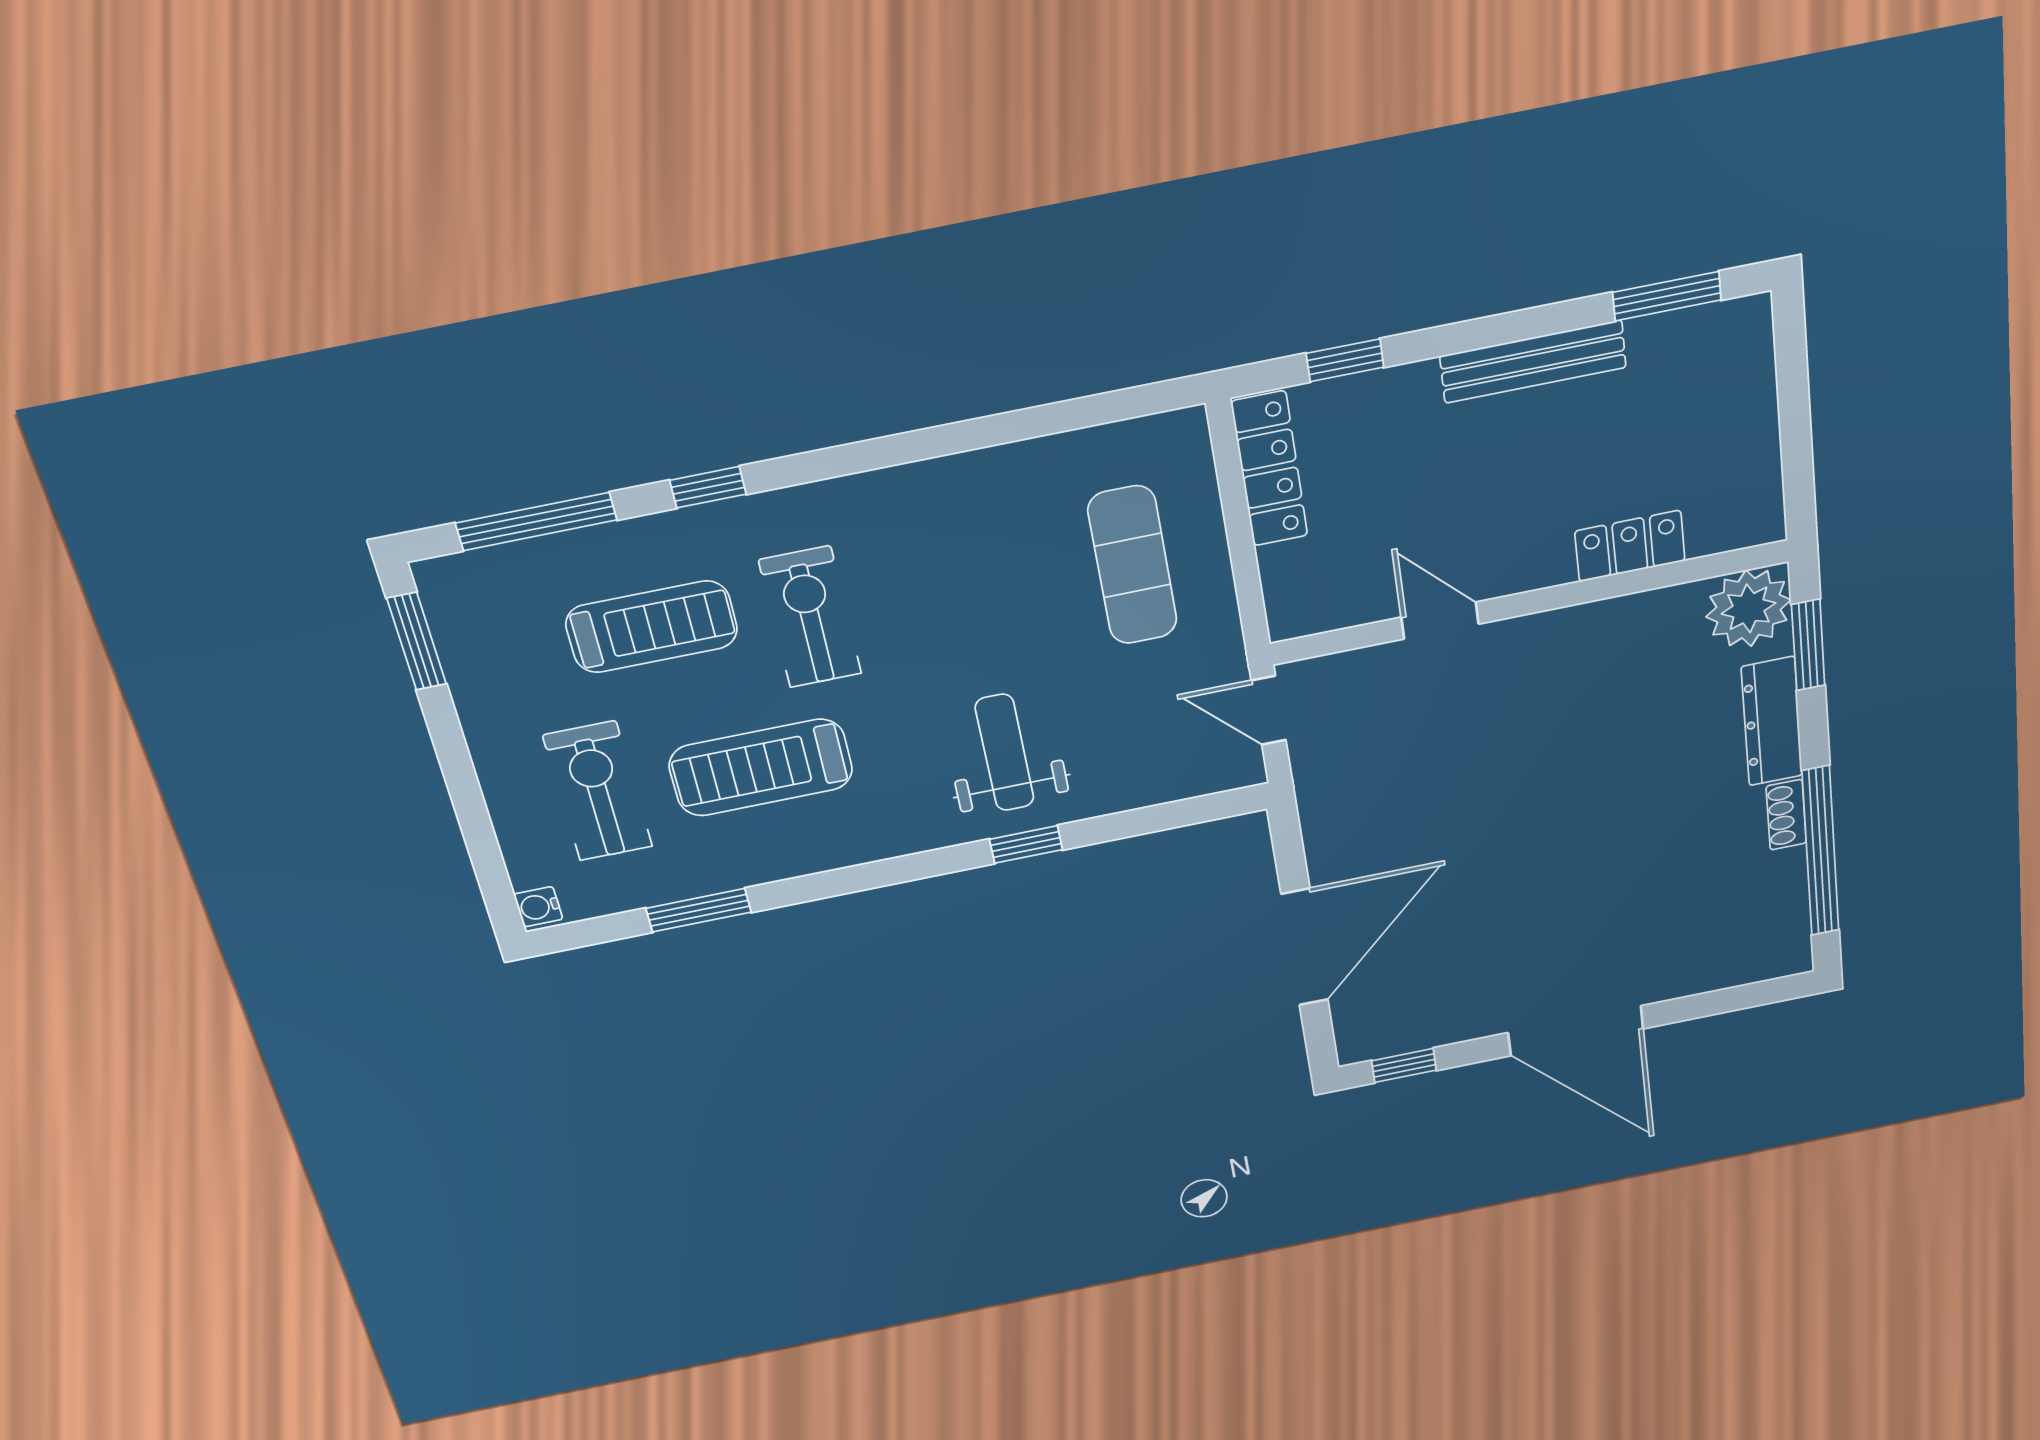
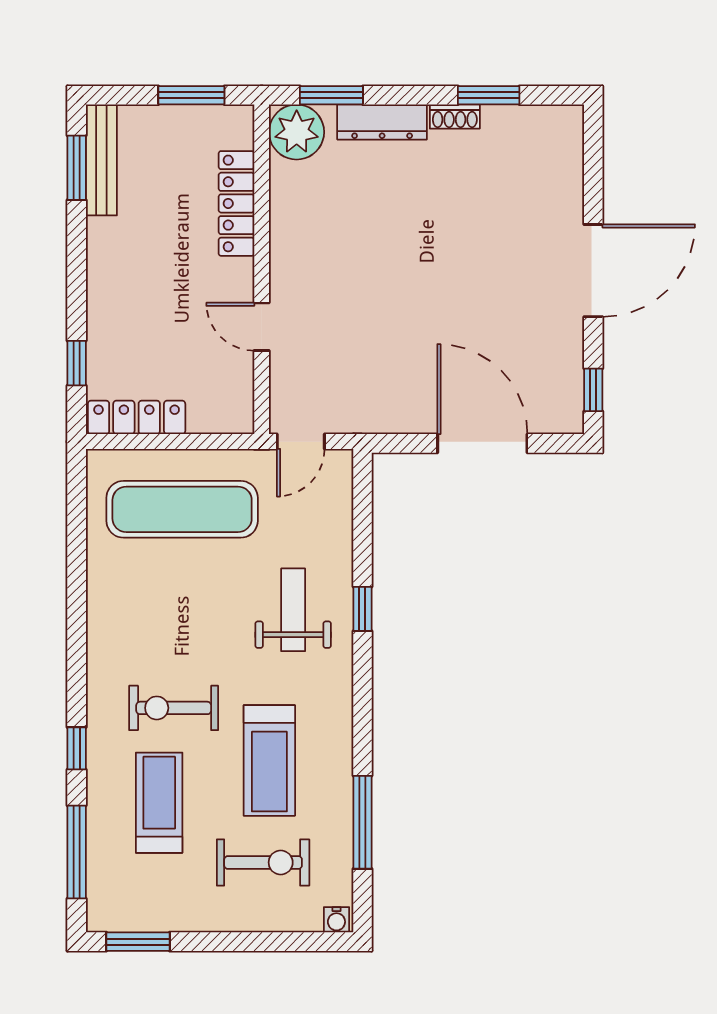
bench: (1533, 362) -> (101, 160), moved
window: (1796, 447) -> (191, 95), added
locker: (1630, 546) -> (236, 203), width x1.53
exercise mat: (1133, 565) -> (182, 509), width x1.36, depth x1.45
door: (1440, 621) -> (262, 327), hinge flipped
weight bench: (1005, 753) -> (293, 610), turned 90
exercise bike: (598, 791) -> (263, 862), turned 180
window: (1820, 851) -> (489, 95), width x0.47
window: (699, 910) -> (362, 822), width x1.44

